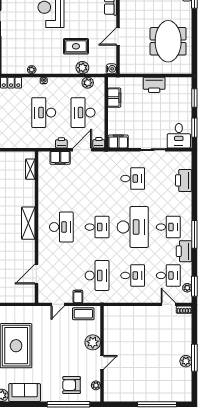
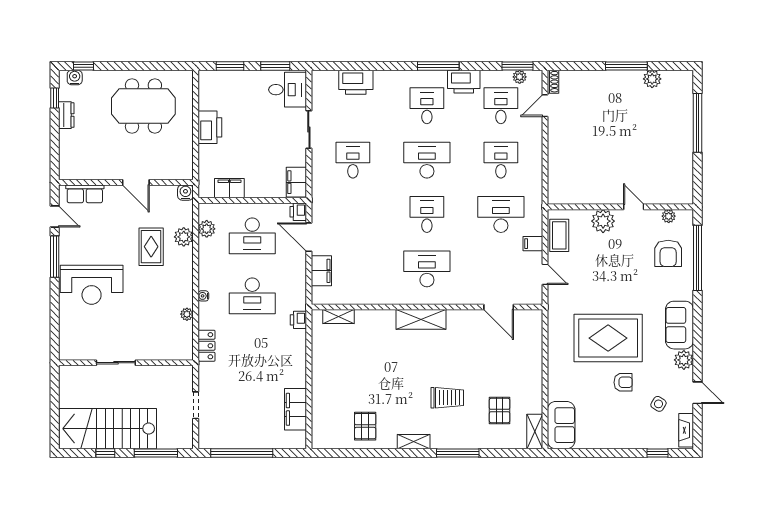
printer: (61, 143) -> (298, 320), moved
desk: (133, 227) -> (427, 160), width x0.73, depth x0.77
plant: (186, 361) -> (652, 79), moved

